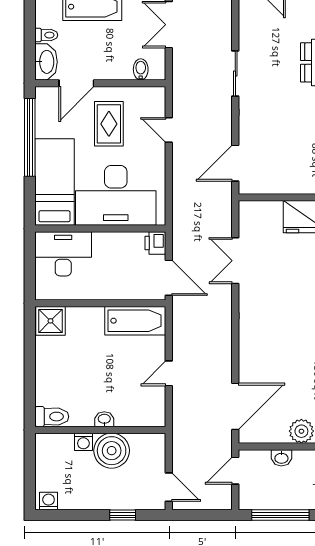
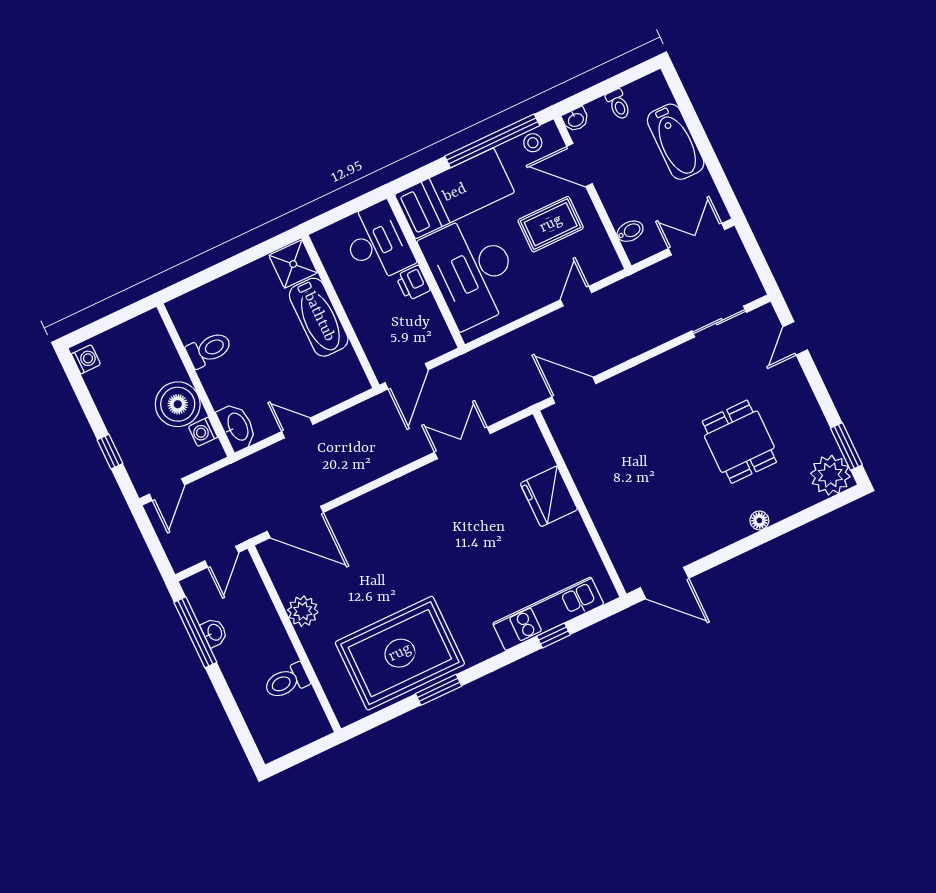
washbasin: (46, 62) -> (576, 119), width x0.52, depth x0.69
sliding door: (235, 73) -> (719, 322), moved
stool: (45, 109) -> (533, 143), added
printer: (155, 243) -> (413, 283), moved, turned -90
bathtub: (135, 321) -> (319, 317), moved
toilet: (52, 417) -> (209, 349), moved, turned -90
washbasin: (104, 419) -> (237, 427), moved, width x1.91, depth x1.45
washing machine: (83, 442) -> (203, 432), moved
washbasin: (281, 458) -> (214, 633), moved, turned 180
door: (235, 471) -> (222, 557), swing flipped

